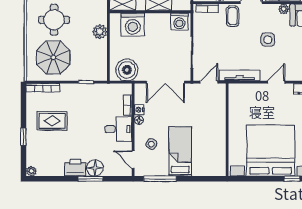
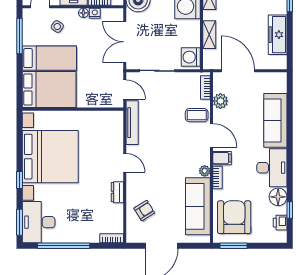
side table: (268, 40) -> (171, 154), removed
bed: (209, 152) -> (49, 90), added

